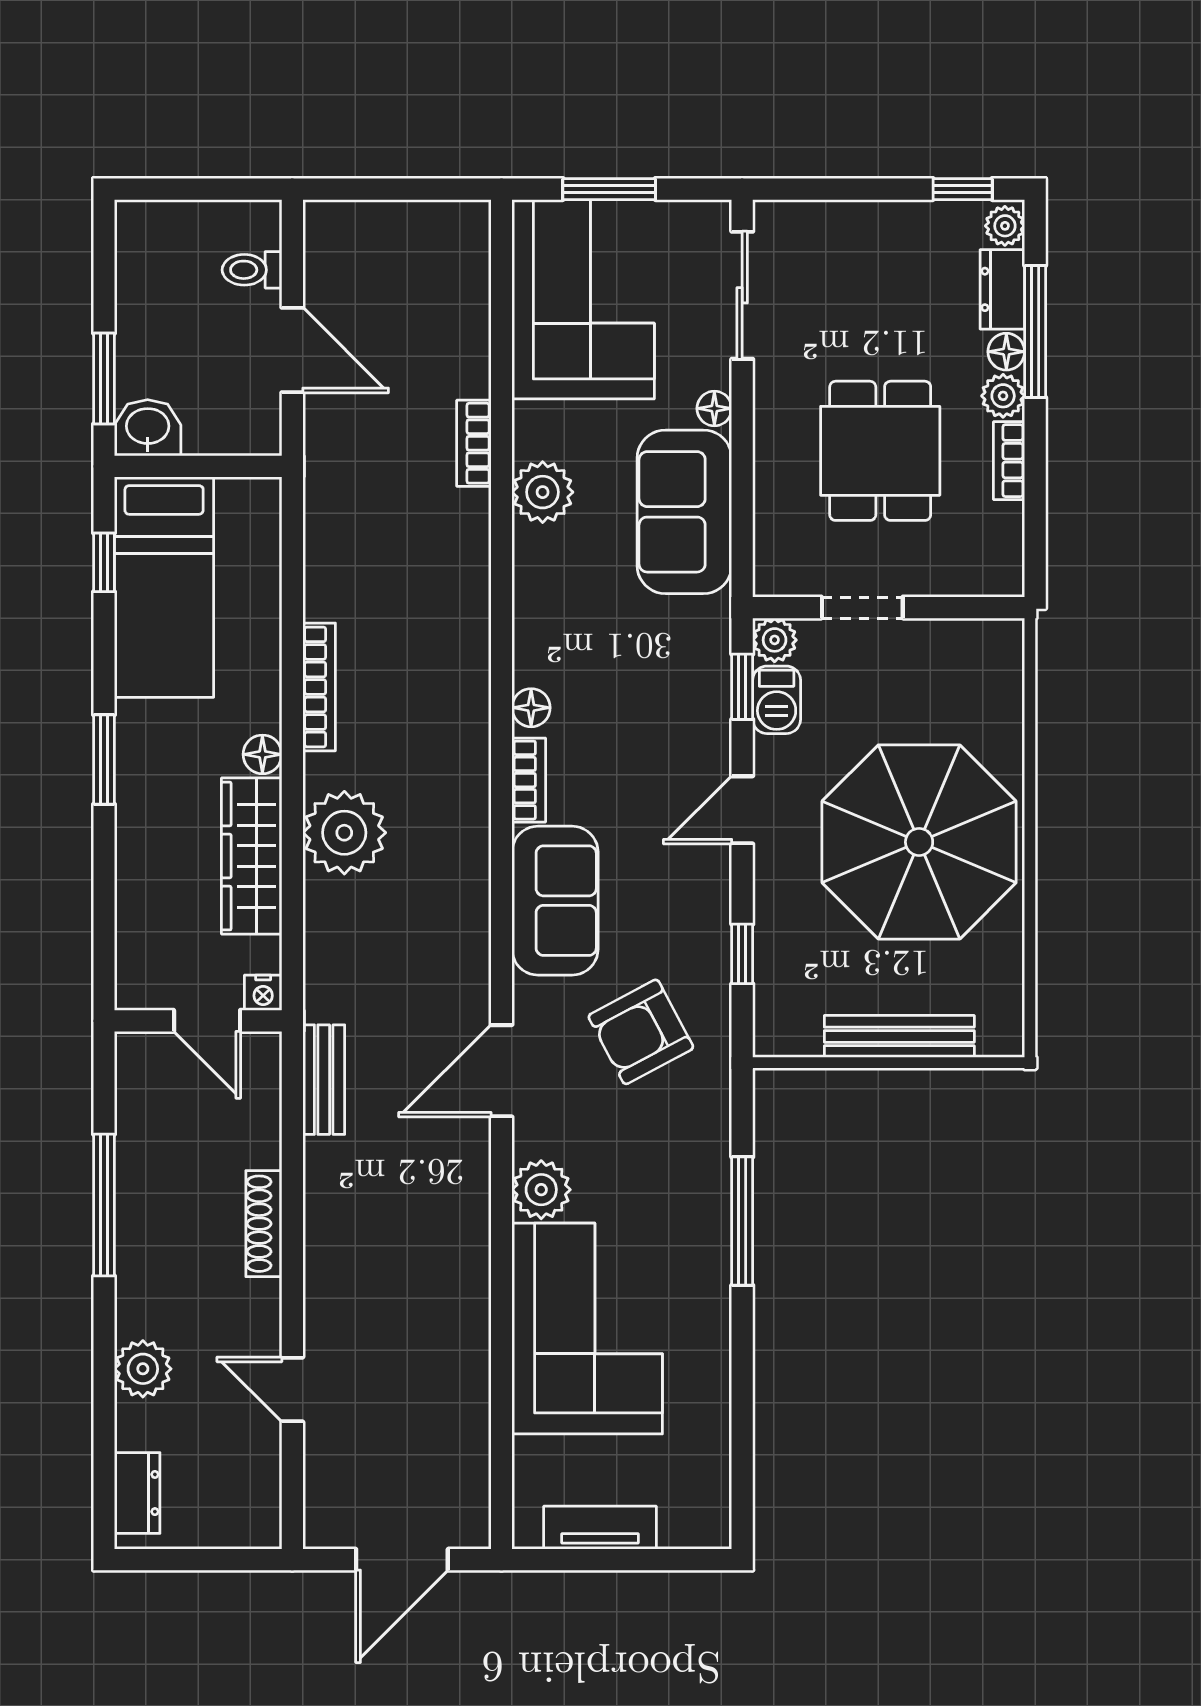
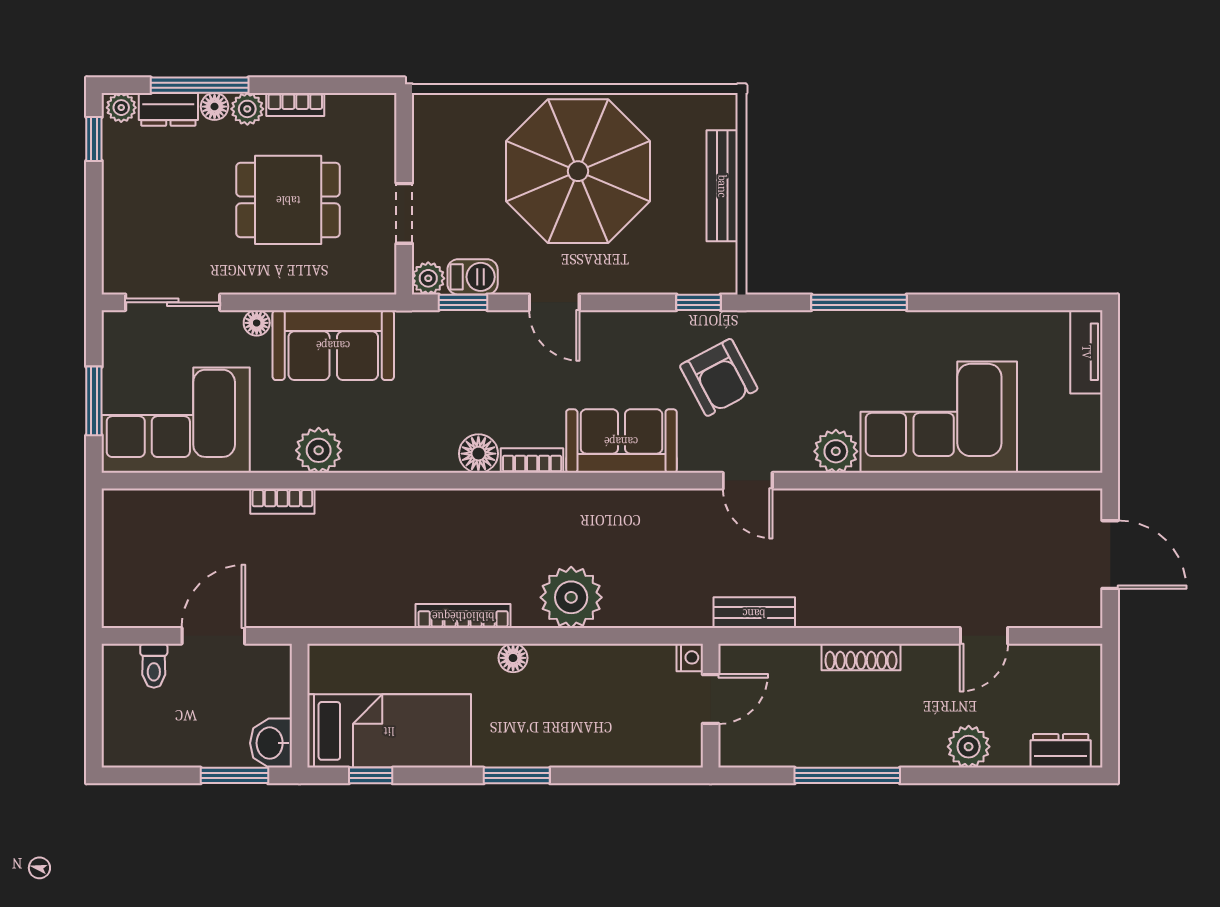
floor lamp: (531, 708) -> (478, 454), width x1.37, depth x1.37
wardrobe: (252, 856) -> (588, 666), removed
window: (742, 954) -> (698, 302), moved
door: (502, 1071) -> (748, 481), width x0.73
tv unit: (600, 1528) -> (1086, 352), moved

